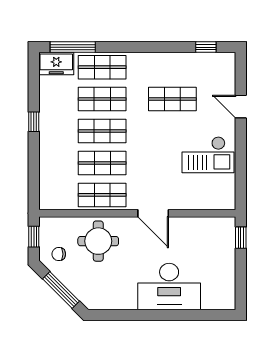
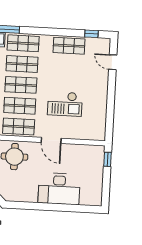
shop shelf: (172, 99) -> (69, 46), moved
door: (241, 107) -> (113, 62), moved
checkout: (208, 155) -> (65, 104), moved

